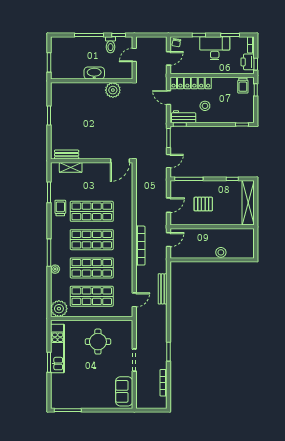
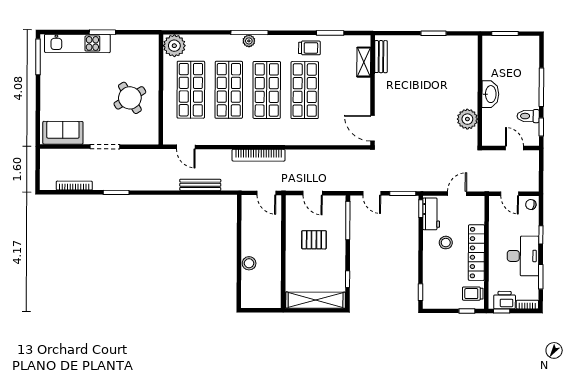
locker: (191, 83) -> (476, 253), moved
pallet: (203, 204) -> (314, 240), turned 90
plant: (55, 269) -> (249, 41), moved
round table: (98, 342) -> (130, 98), turned -31
kitchen unit: (58, 348) -> (77, 43), moved

